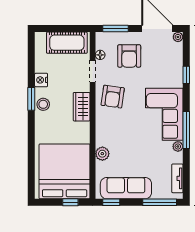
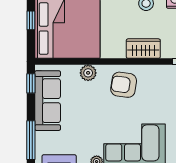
armchair: (113, 97) -> (124, 85), moved
window: (70, 202) -> (31, 20), moved

